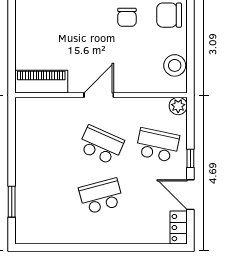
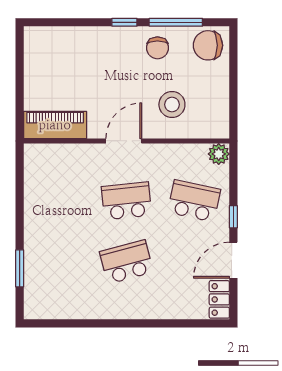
stool: (175, 65) -> (172, 105), moved
school desk: (101, 145) -> (126, 201), turned -30
door: (190, 195) -> (233, 260), hinge flipped

